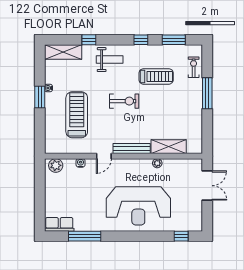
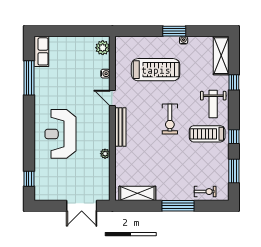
treadmill: (156, 76) -> (207, 134), moved, turned 90
shelving: (169, 147) -> (137, 193), moved, turned 90
reception desk: (138, 206) -> (60, 134), width x0.74, depth x0.77

